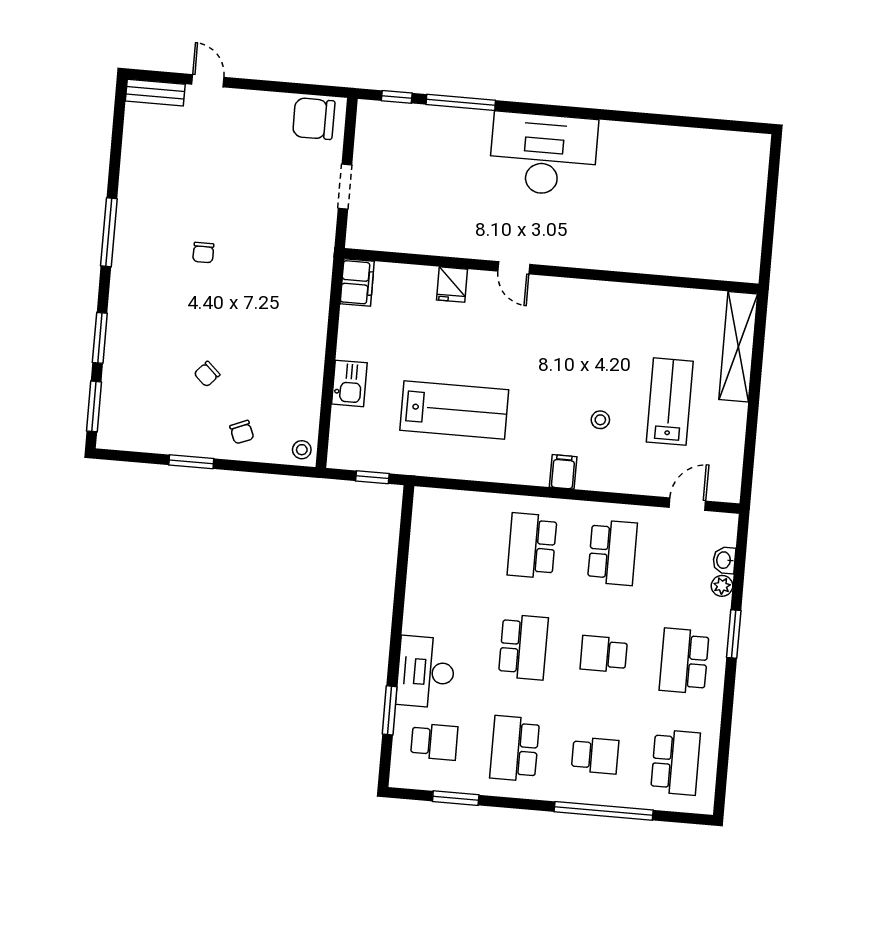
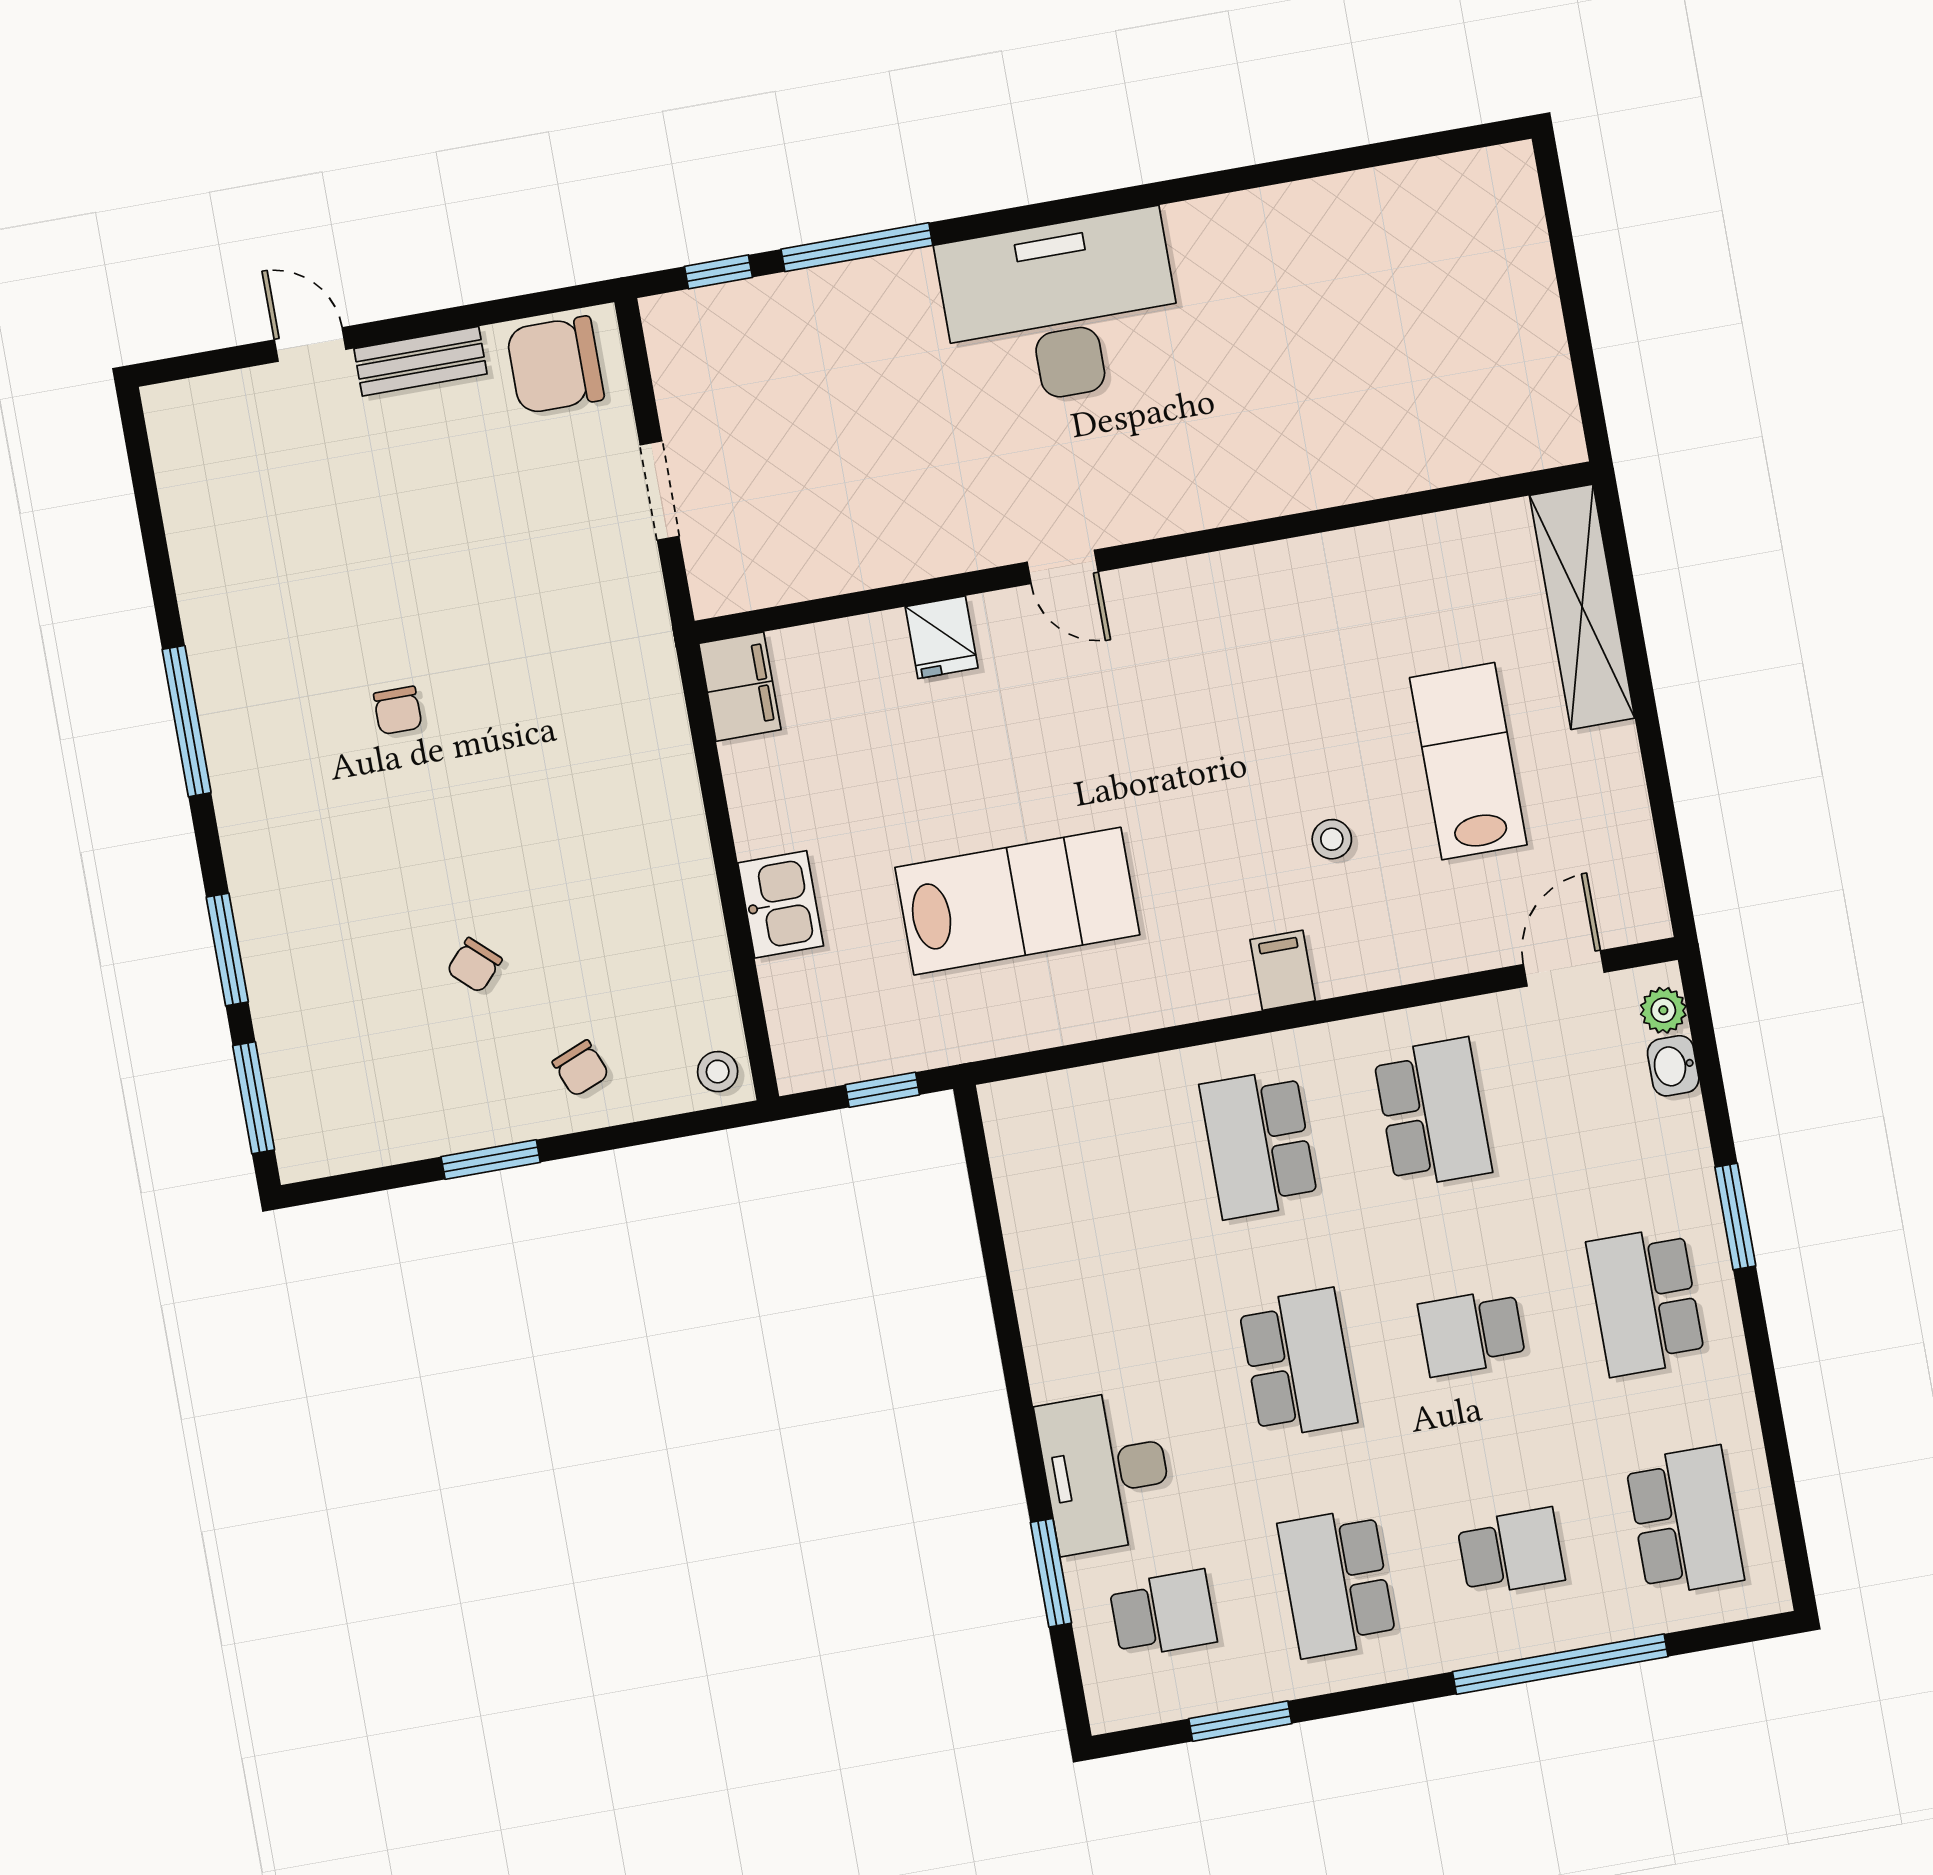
bench: (155, 93) -> (420, 361), moved
plant: (722, 586) -> (1663, 1010), moved

